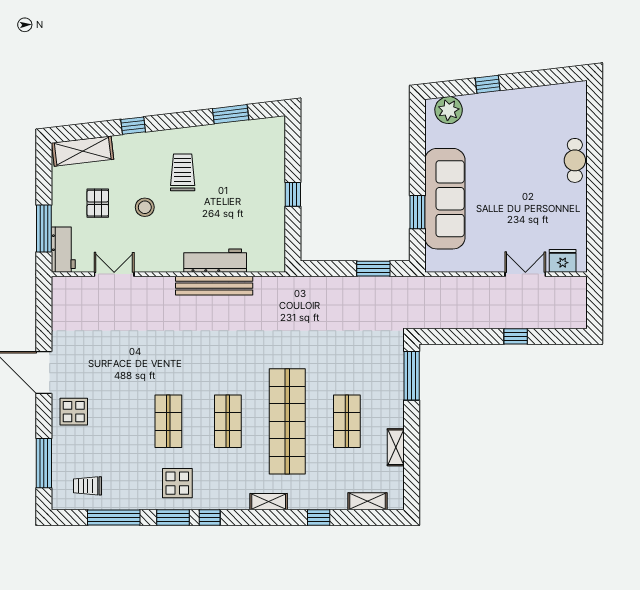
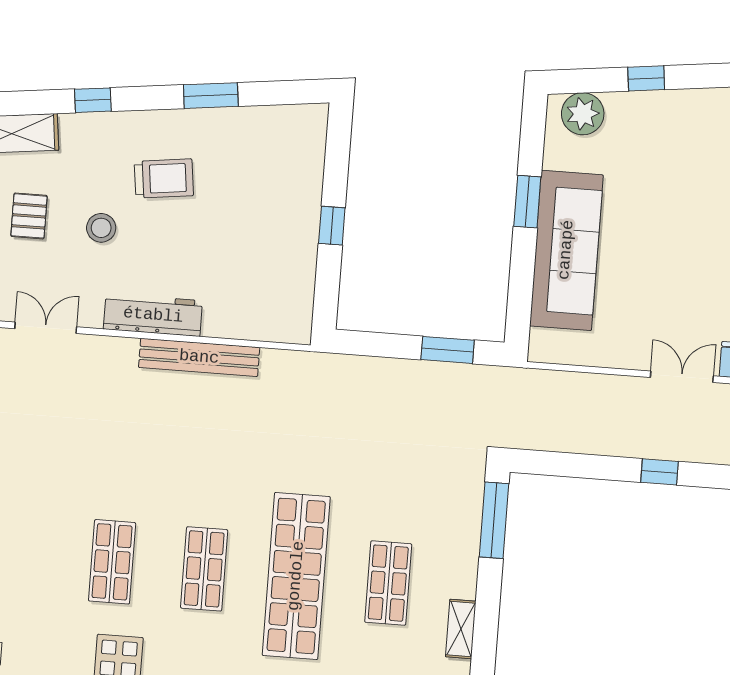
window: (231, 114) -> (211, 96), moved
trolley: (183, 172) -> (164, 178), turned 83
window: (417, 212) -> (527, 202), moved
workbench: (215, 261) -> (153, 315), moved

